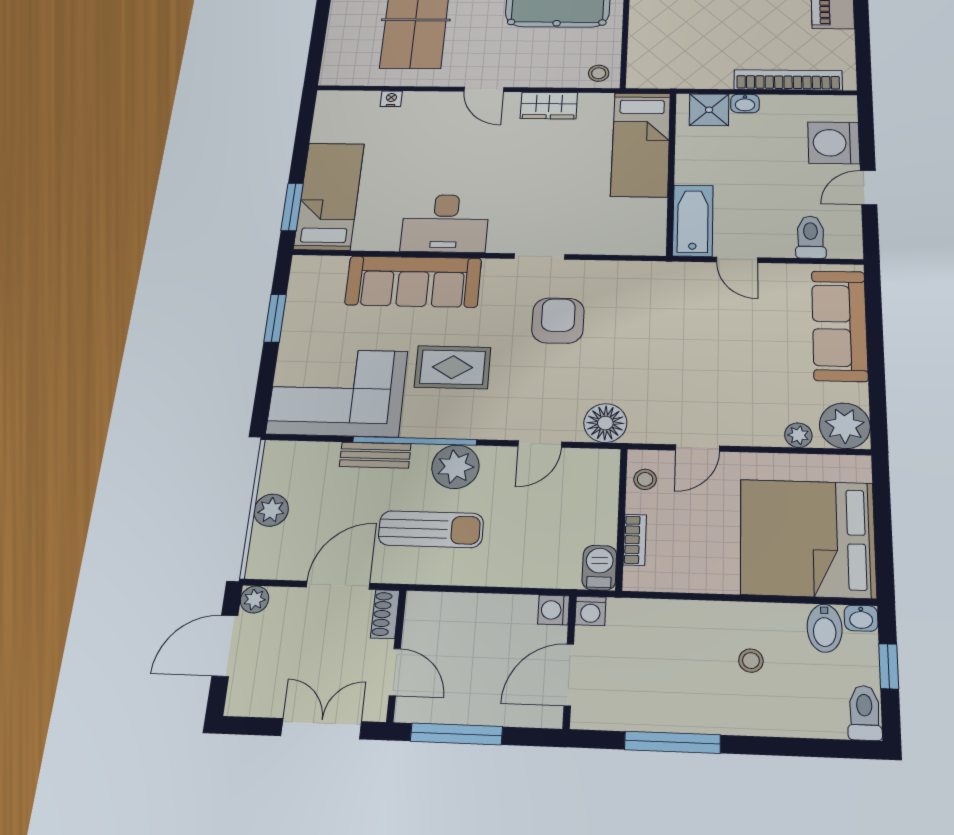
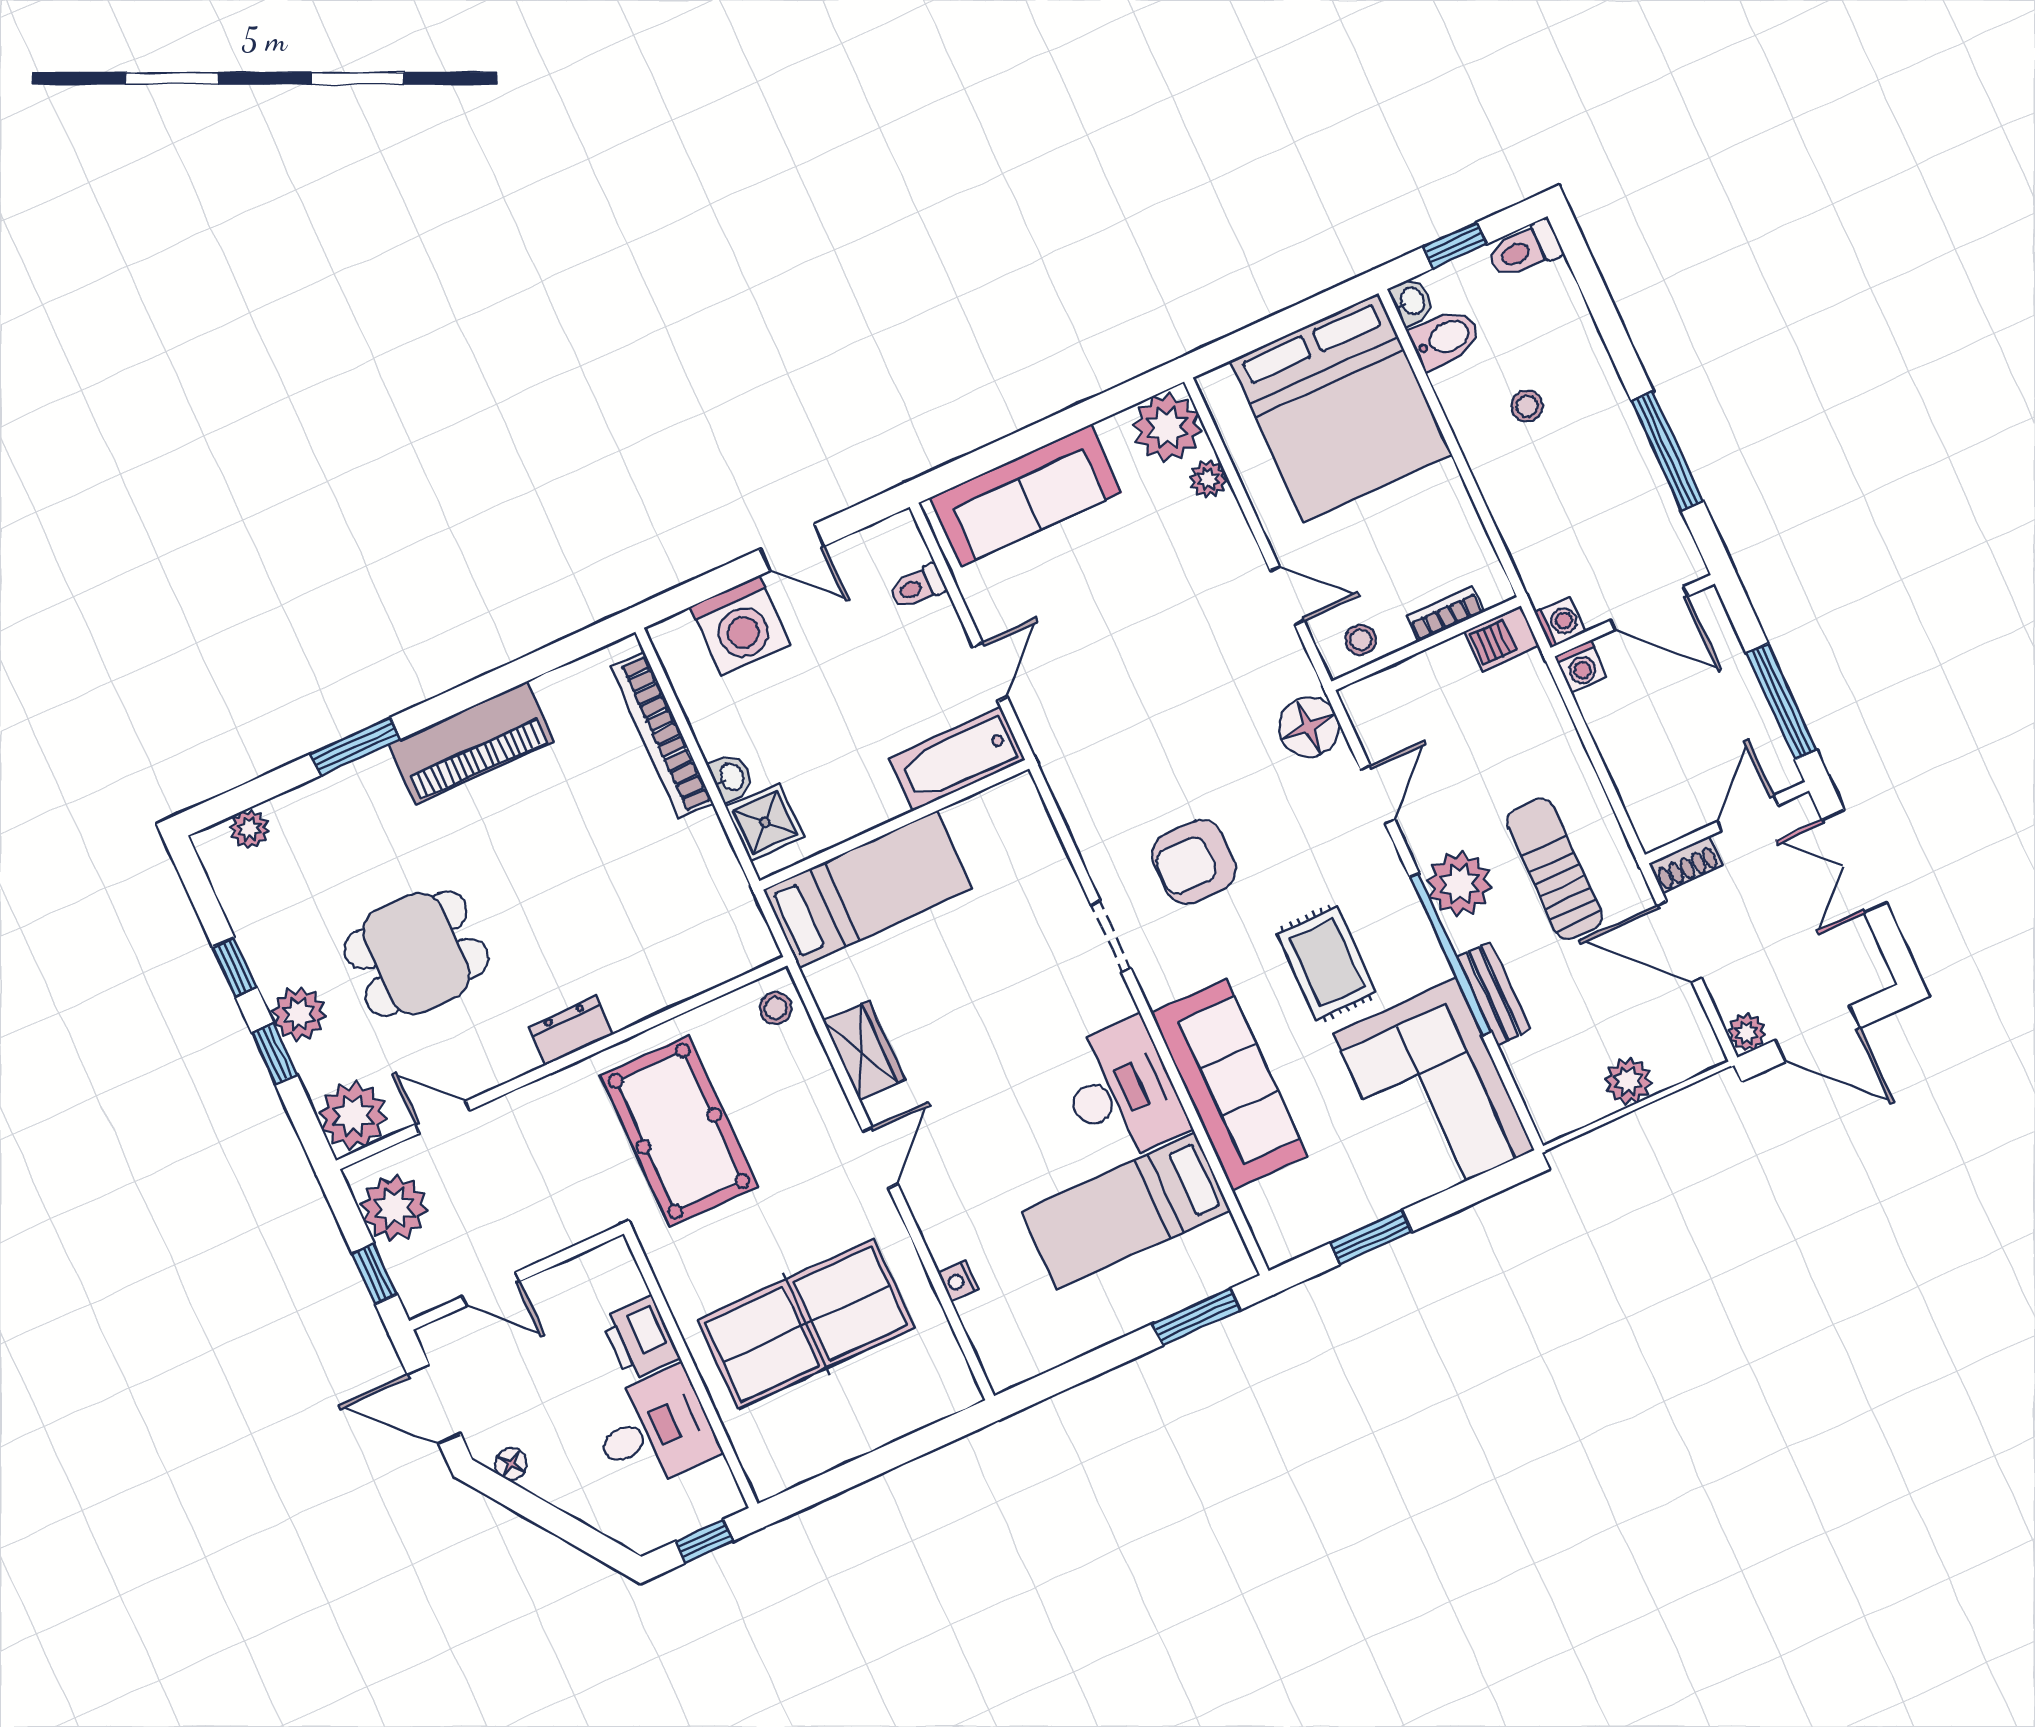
bed: (329, 196) -> (1126, 1211), moved
toilet: (811, 237) -> (917, 587), width x0.73, depth x0.72
door: (540, 444) -> (1378, 795), hinge flipped

